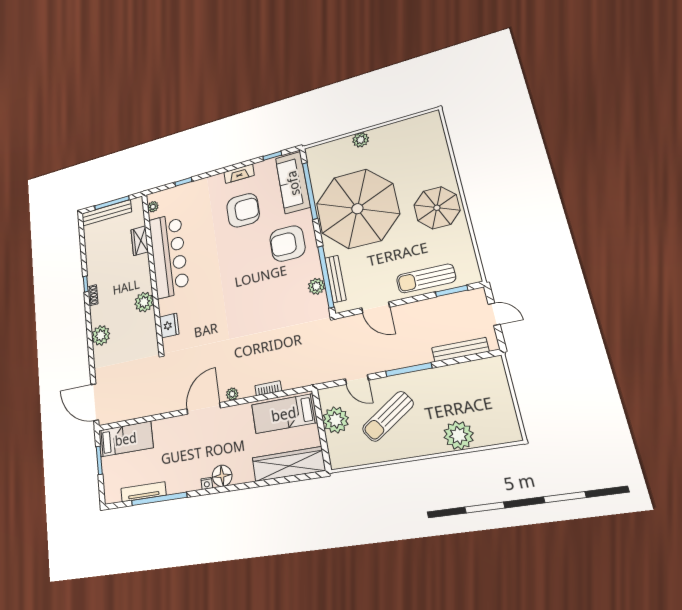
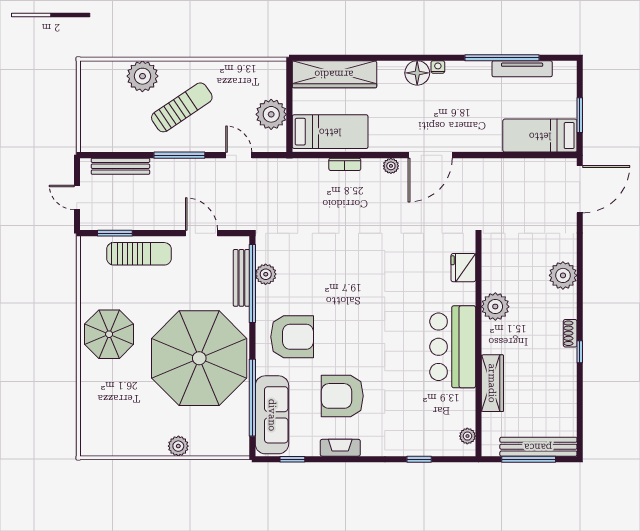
wardrobe: (140, 241) -> (492, 383), width x1.50
bar counter: (169, 255) -> (453, 347), width x0.73
door: (95, 402) -> (580, 189), hinge flipped
sun lounger: (388, 416) -> (182, 107), moved

